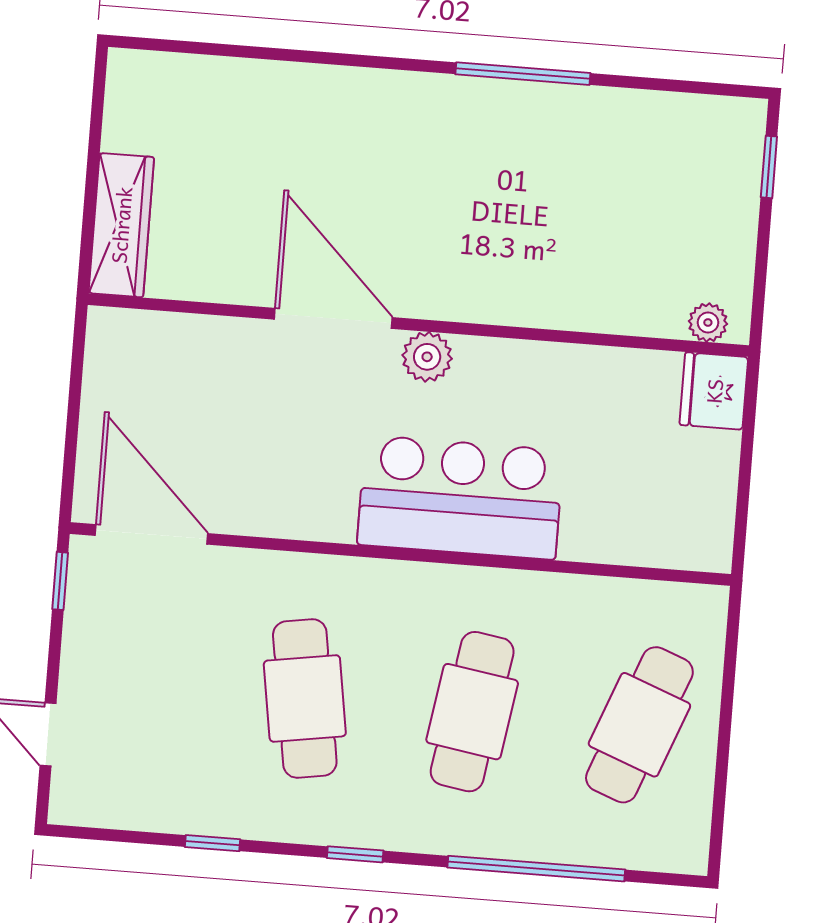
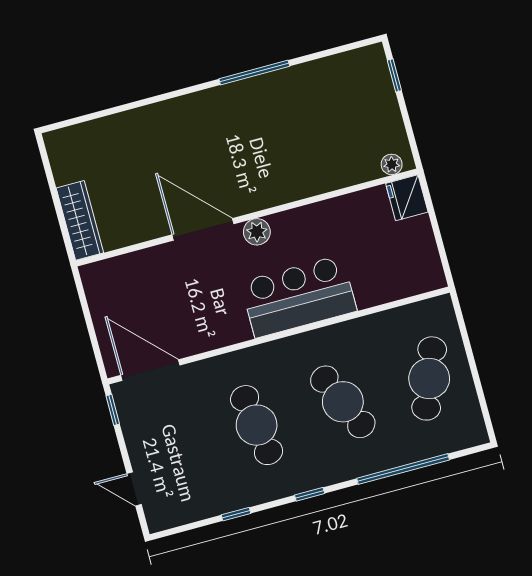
cafe table: (472, 712) -> (343, 402), turned -33

